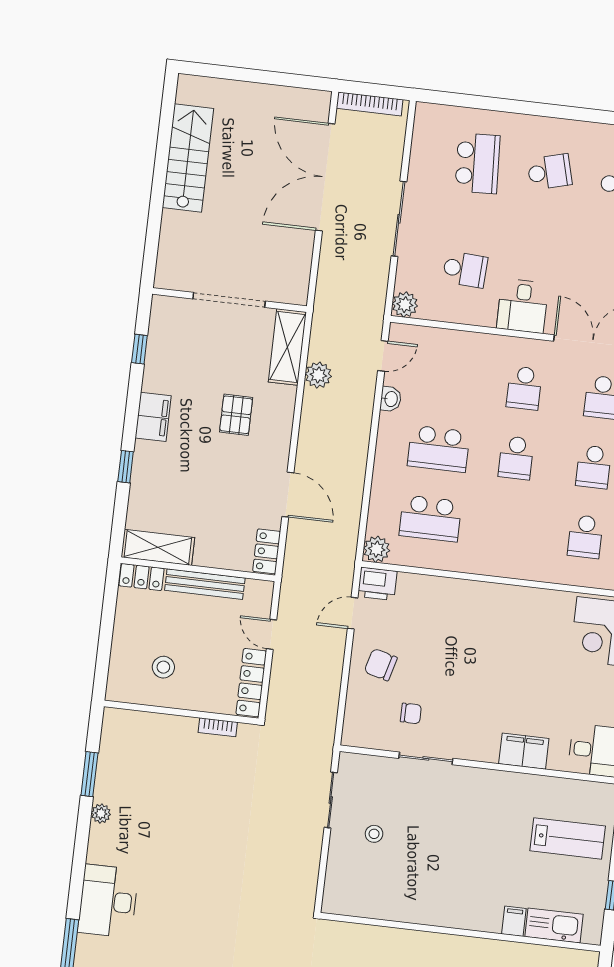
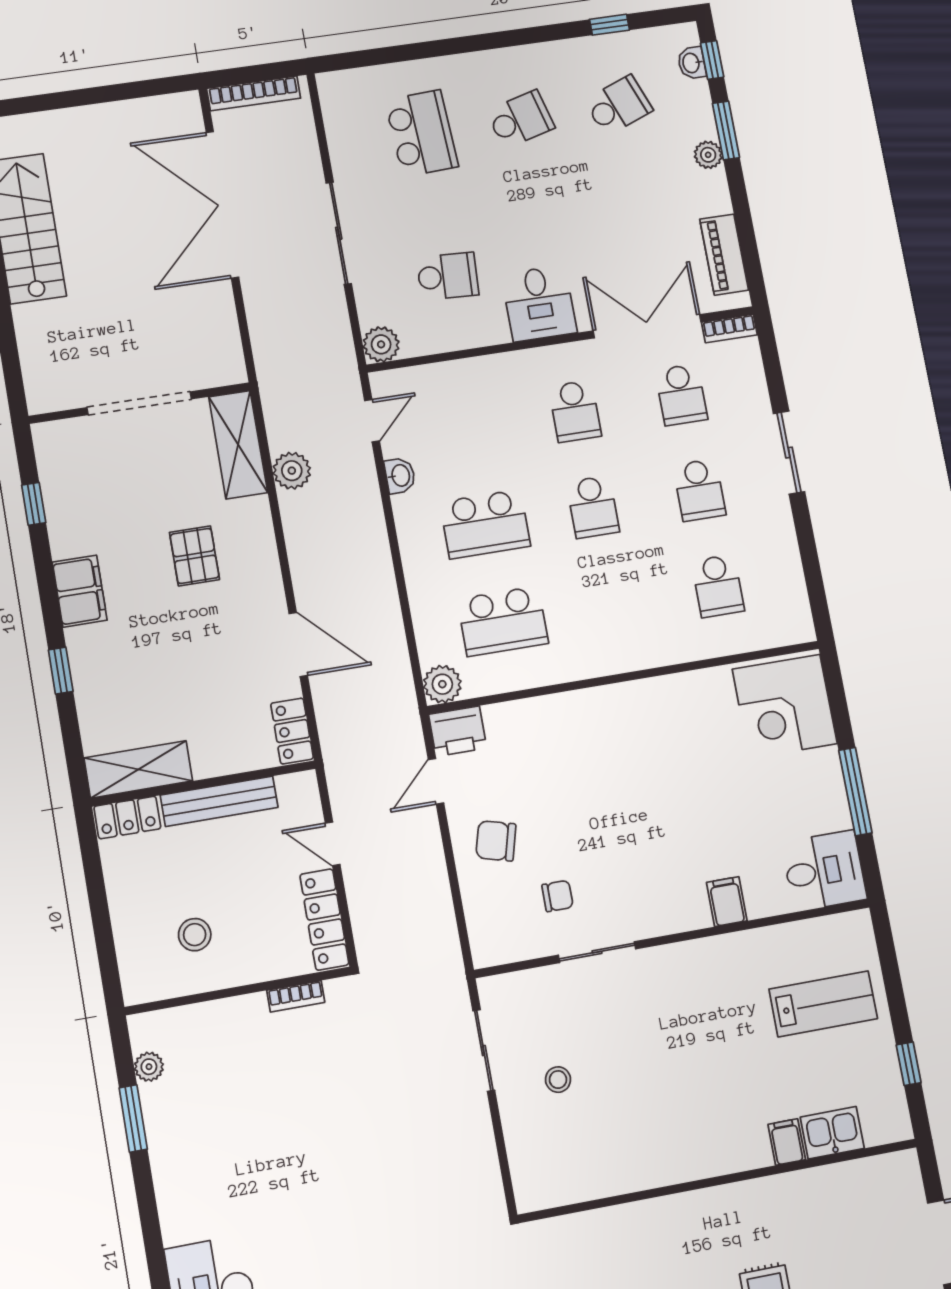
filing cabinet: (524, 751) -> (727, 902), width x0.50
plant: (101, 814) -> (149, 1067), moved
kitchen sink: (554, 925) -> (832, 1133), width x0.73

